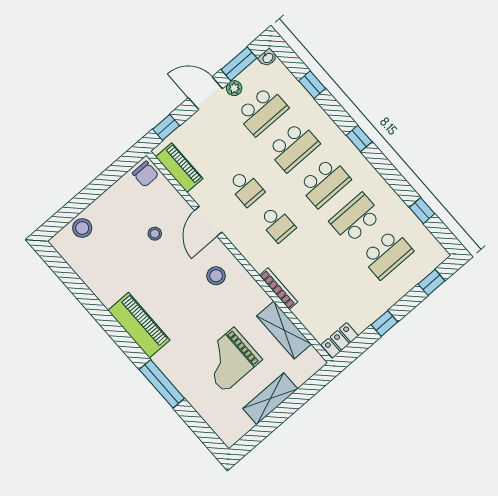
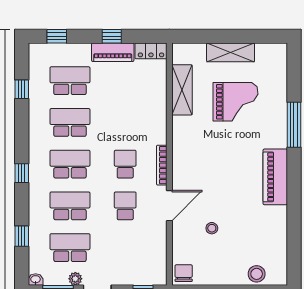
piano: (179, 168) -> (113, 52), moved, turned -90
school desk: (356, 218) -> (70, 122), turned 180
stool: (216, 276) -> (196, 165), removed
bookcase: (278, 289) -> (162, 165), moved

